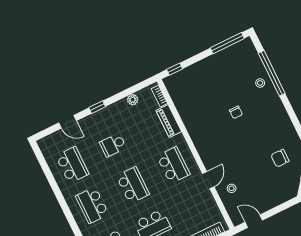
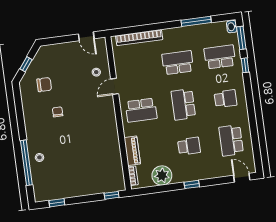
window: (227, 43) -> (57, 203), width x0.46
plant: (133, 100) -> (162, 175), width x1.88, depth x1.88
chair: (236, 112) -> (58, 112), moved
door: (68, 122) -> (242, 178), moved
school desk: (173, 165) -> (141, 110), turned -90
school desk: (92, 205) -> (225, 99), width x0.54

